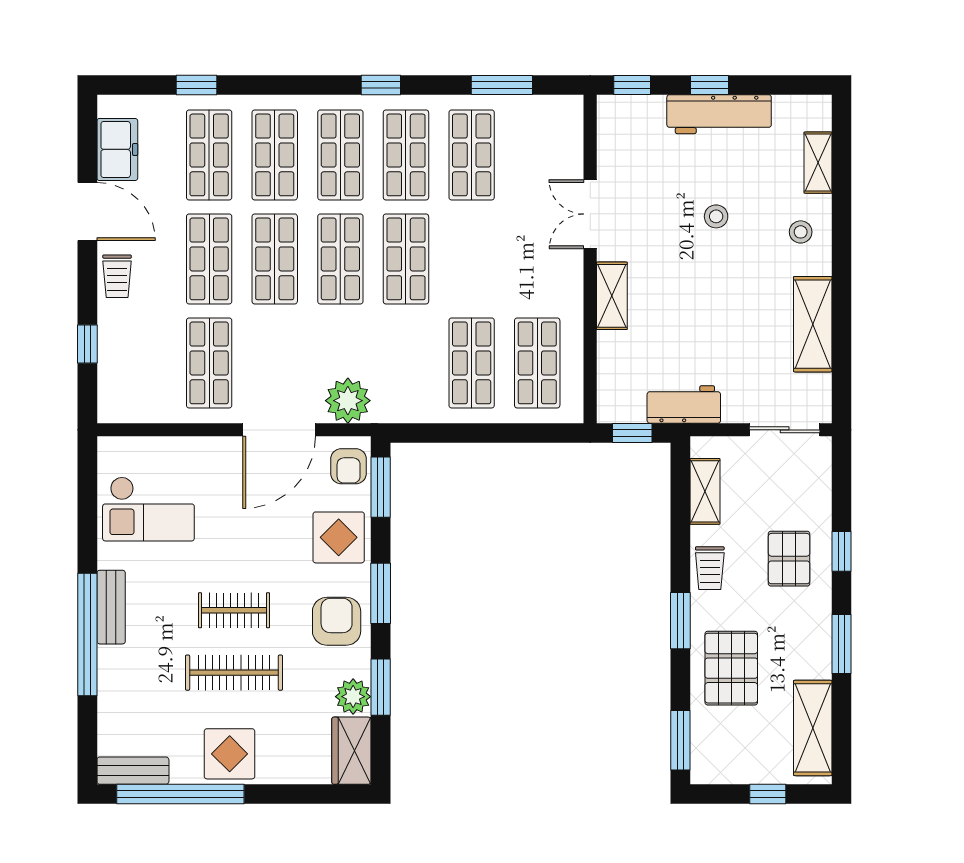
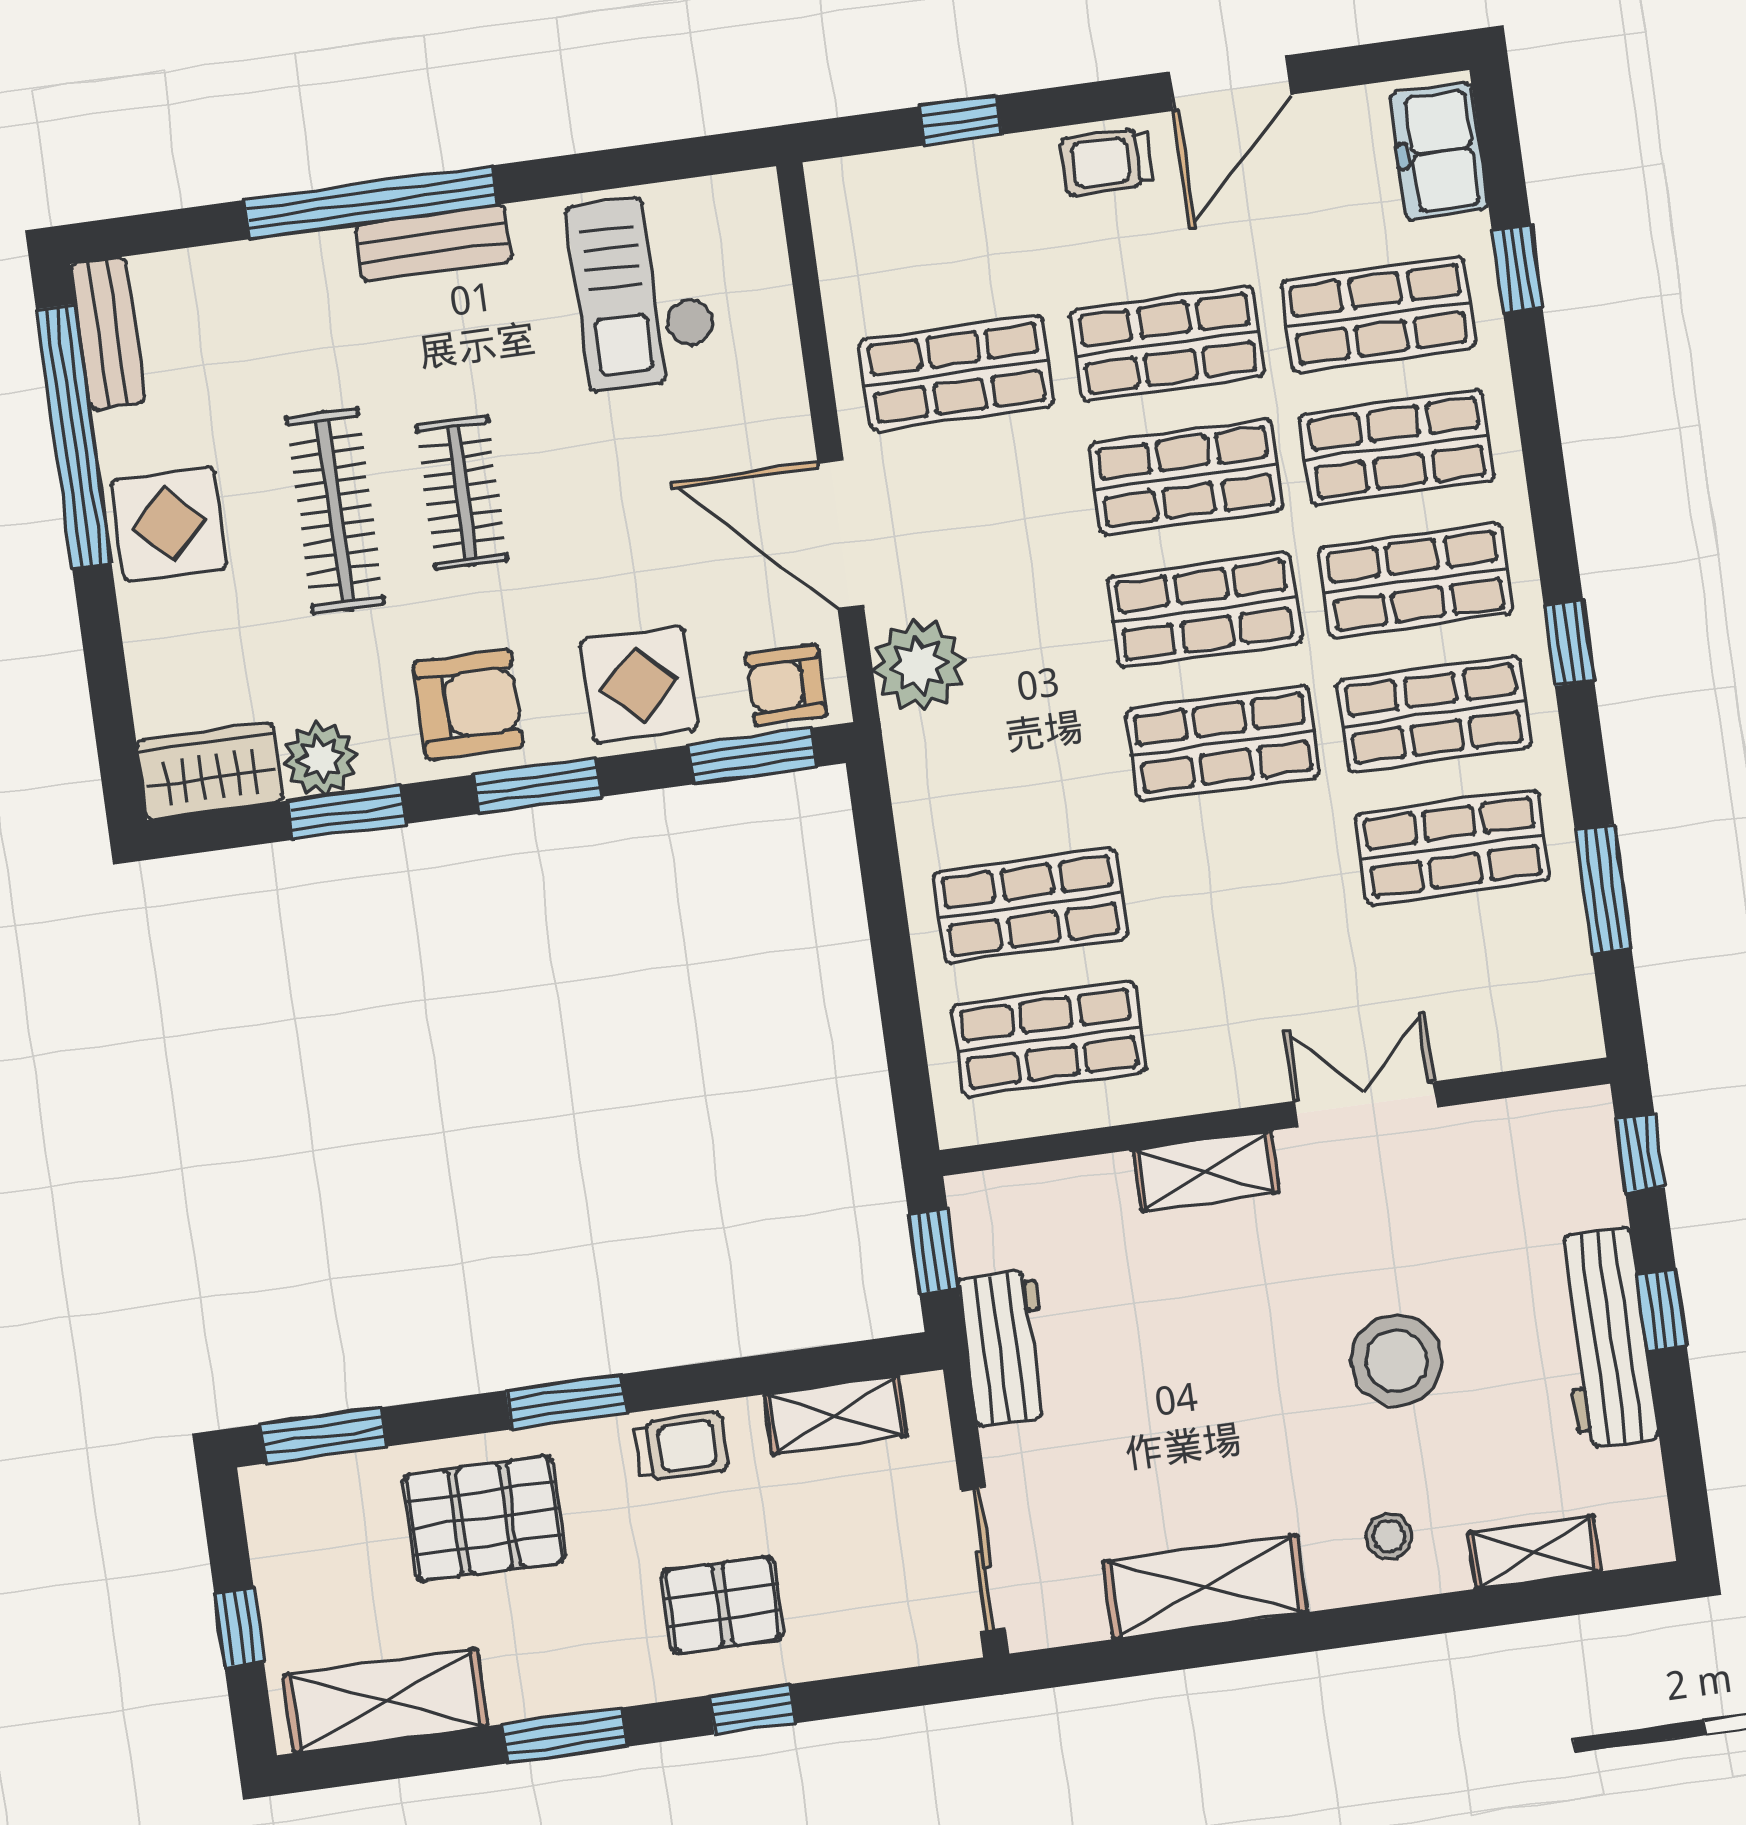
freezer: (117, 149) -> (1439, 151), moved, turned 90
stool: (716, 216) -> (1397, 1360), width x1.89, depth x1.89
trolley: (710, 568) -> (681, 1447), turned 180

